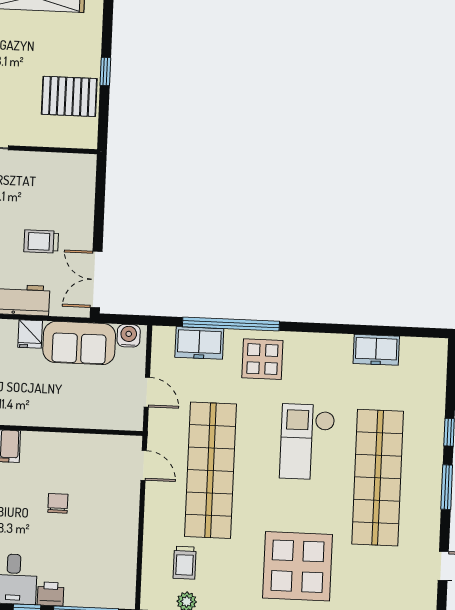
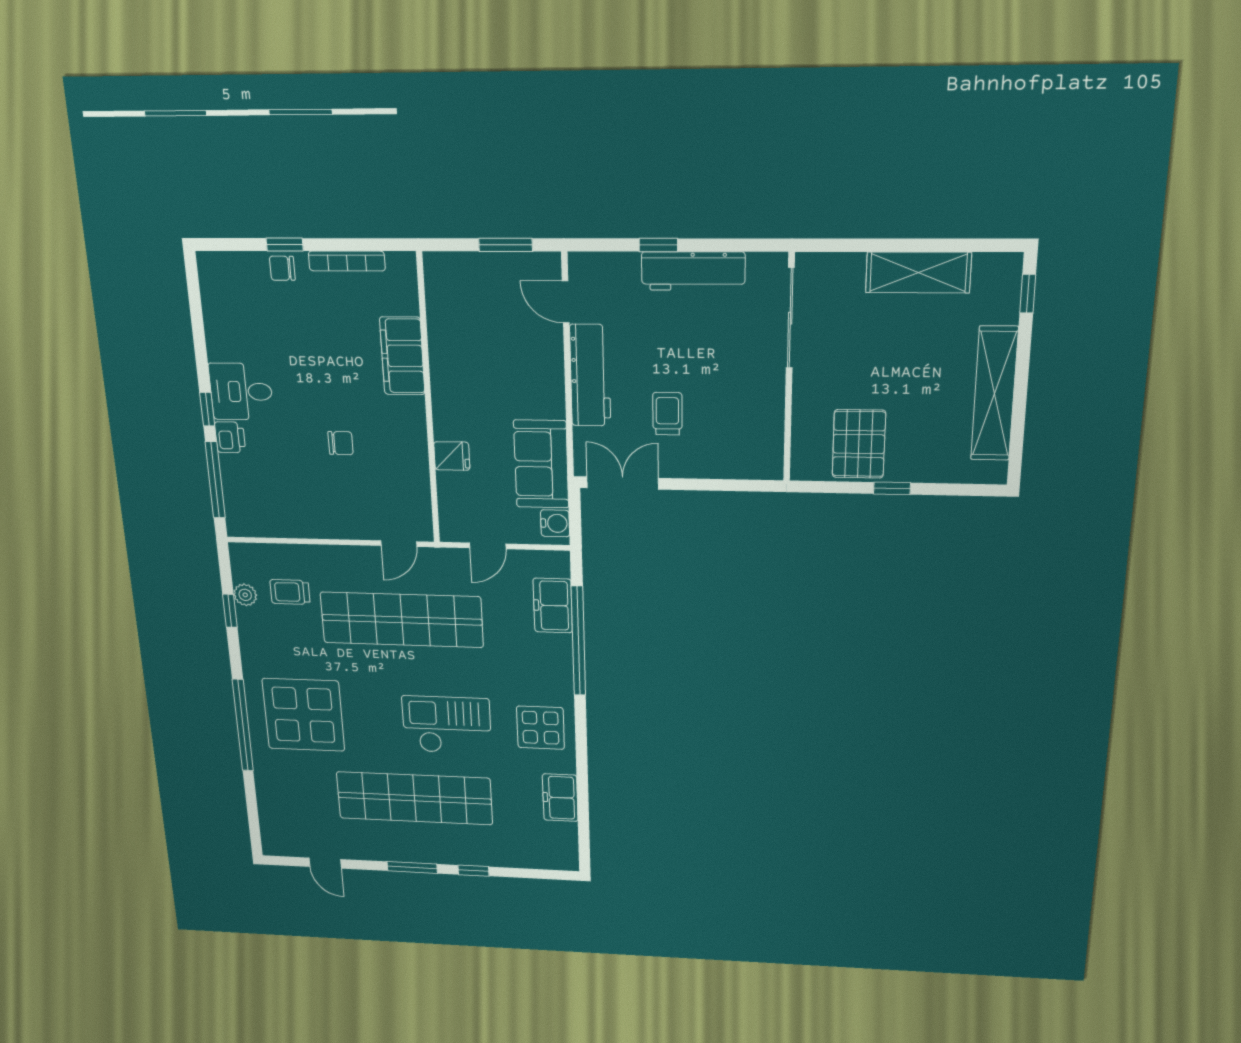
fridge: (30, 334) -> (452, 456), moved, turned 180
display table: (262, 359) -> (541, 728), moved

